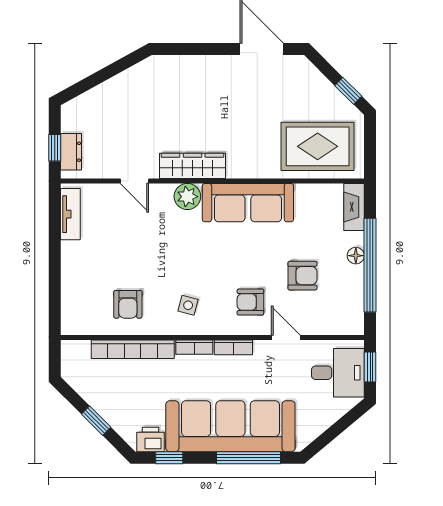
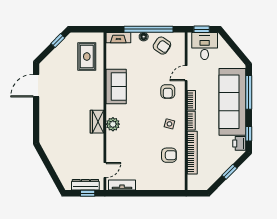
rug: (318, 146) -> (87, 57), width x0.73, depth x0.70
dresser: (71, 152) -> (85, 185), width x1.44
wardrobe: (192, 166) -> (97, 122), width x0.67
door: (134, 181) -> (105, 170), moved
sofa: (248, 203) -> (116, 86), width x0.73
armchair: (302, 276) -> (162, 46), moved, turned 124

